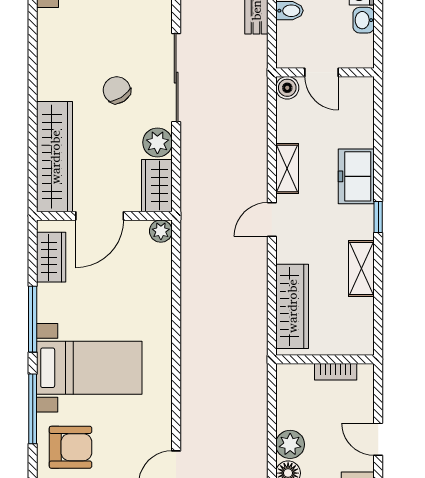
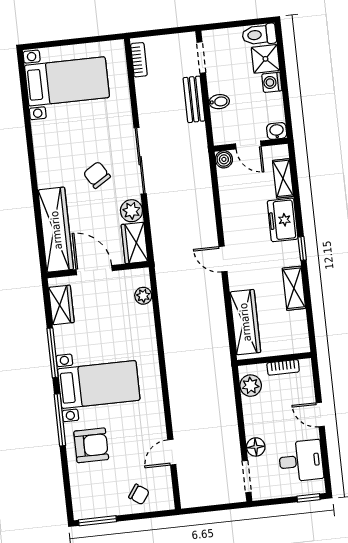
washbasin: (364, 20) -> (277, 131), moved, turned 90
shelving: (287, 169) -> (283, 178), moved
door: (100, 216) -> (94, 270), swing flipped
door: (272, 220) -> (223, 259), hinge flipped
plant: (161, 231) -> (143, 296), moved
plant: (290, 444) -> (251, 386), moved

